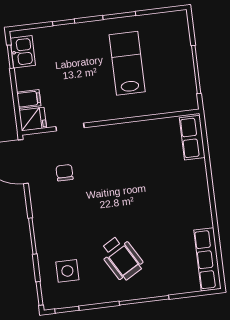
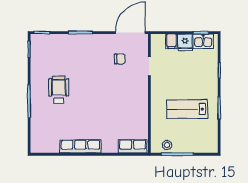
lab bench: (127, 63) -> (187, 109), turned 180
stool: (184, 87) -> (167, 145), added
fridge: (33, 119) -> (185, 42), moved
wheelchair: (121, 258) -> (59, 90), turned 120
row of seats: (207, 259) -> (80, 146), moved
side table: (67, 271) -> (55, 53), removed

